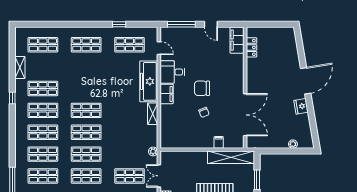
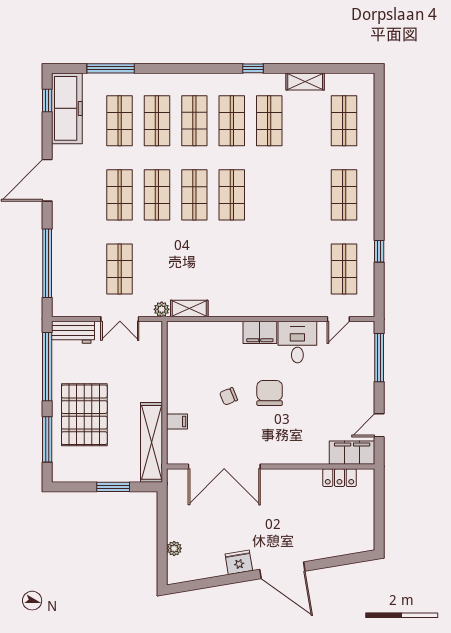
door: (211, 24) -> (379, 425), moved
freezer: (149, 81) -> (281, 302), removed
shelving: (153, 114) -> (189, 308), moved
double door: (159, 176) -> (120, 319), swing flipped

